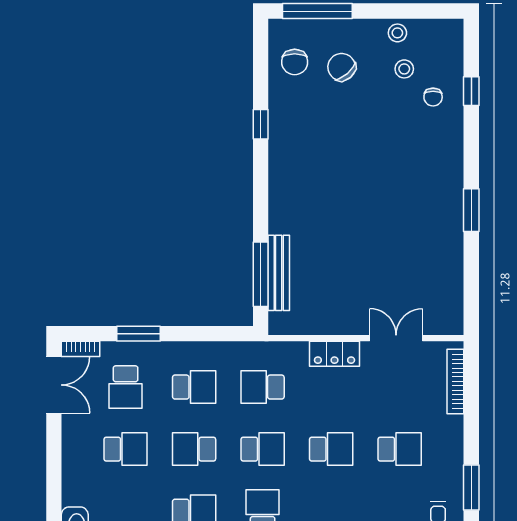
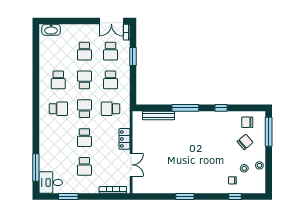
window: (261, 274) -> (185, 108), moved
school desk: (126, 387) -> (110, 51), turned -90
school desk: (263, 387) -> (110, 109), turned -90
school desk: (263, 449) -> (84, 109), turned 180

